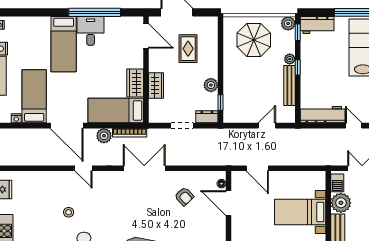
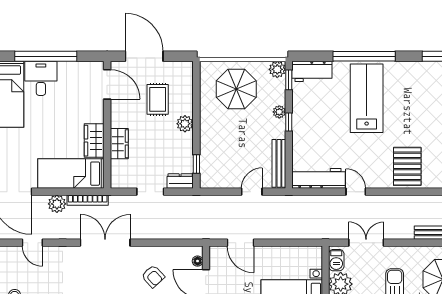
plant: (211, 85) -> (185, 124), moved
bench: (289, 85) -> (279, 163), moved

